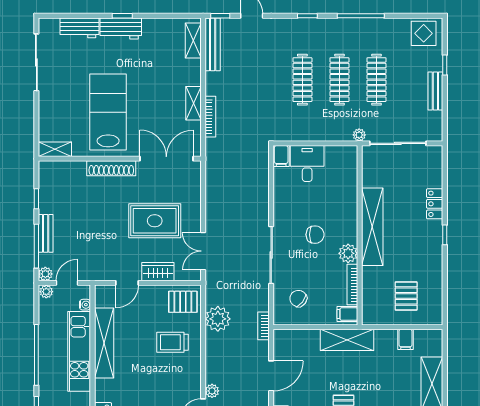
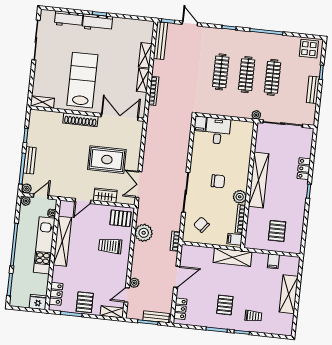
shelving: (193, 41) -> (145, 55), moved

